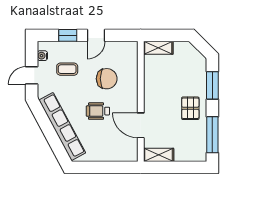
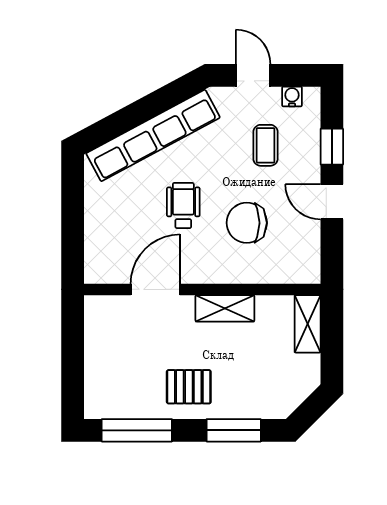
chair: (107, 79) -> (247, 223), turned 90
shelving: (159, 155) -> (225, 308), moved, turned 90

